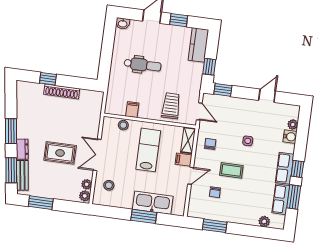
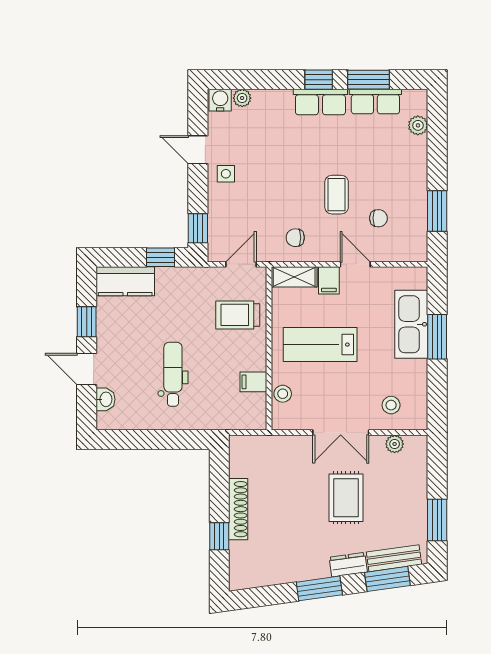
washbasin: (123, 24) -> (105, 399), moved
water cooler: (290, 137) -> (220, 100), moved
side table: (248, 141) -> (226, 174), moved
plant: (85, 196) -> (415, 445), removed

